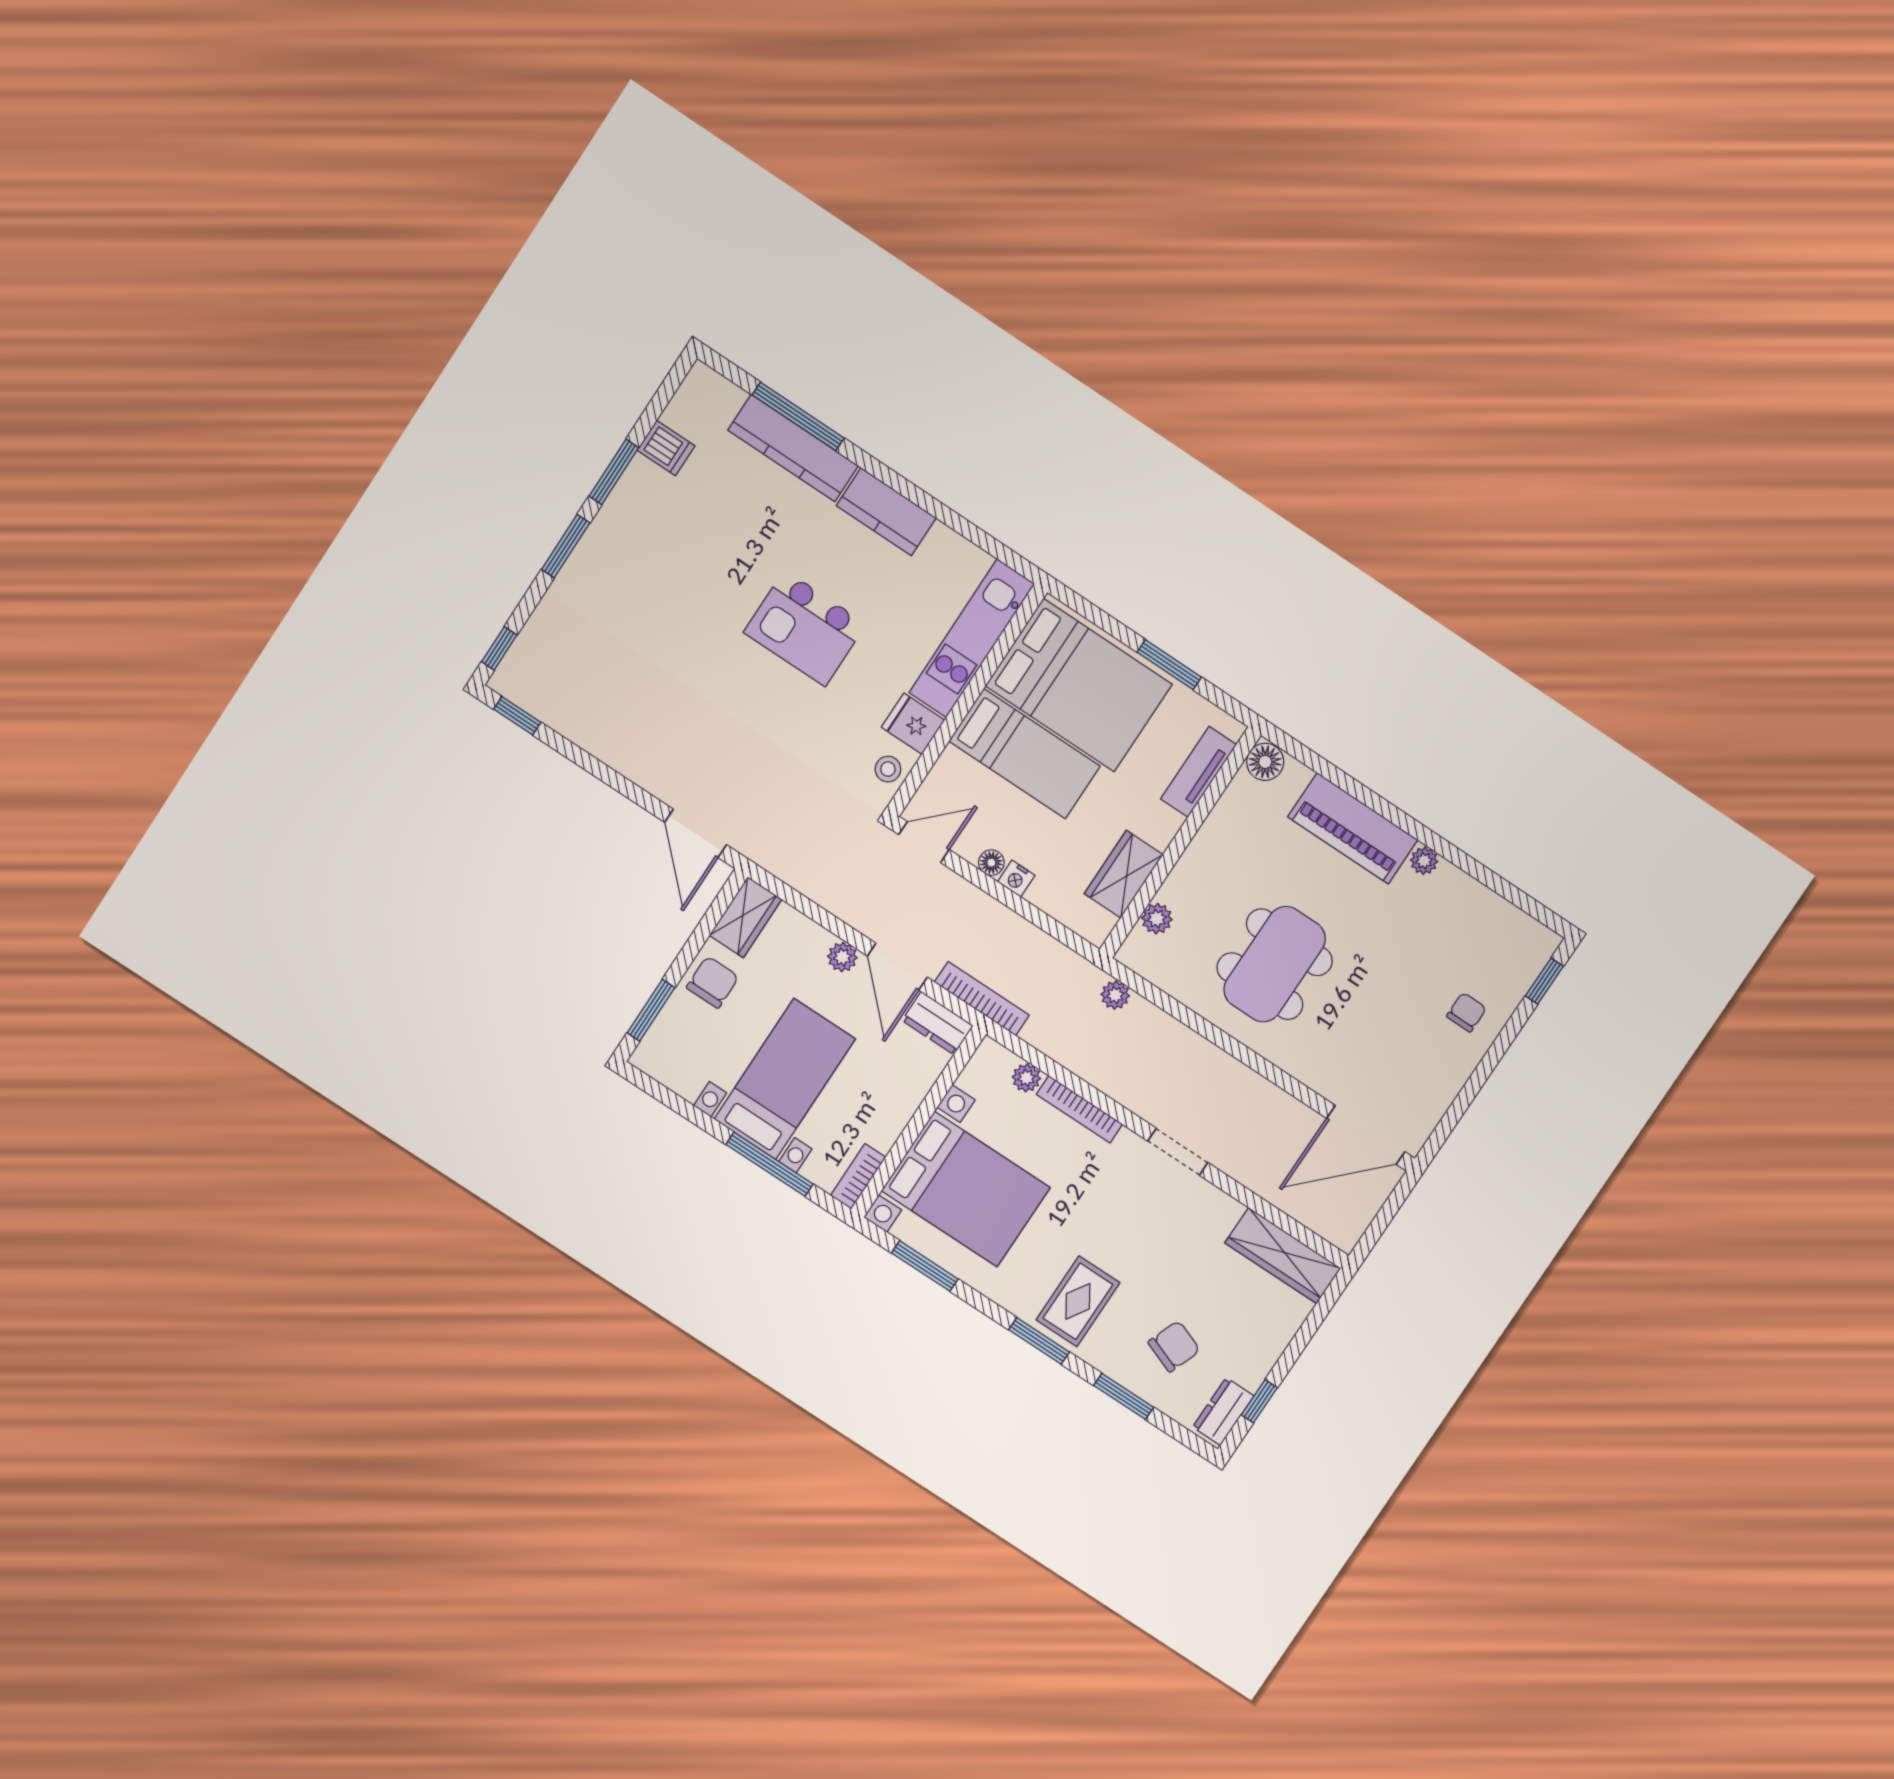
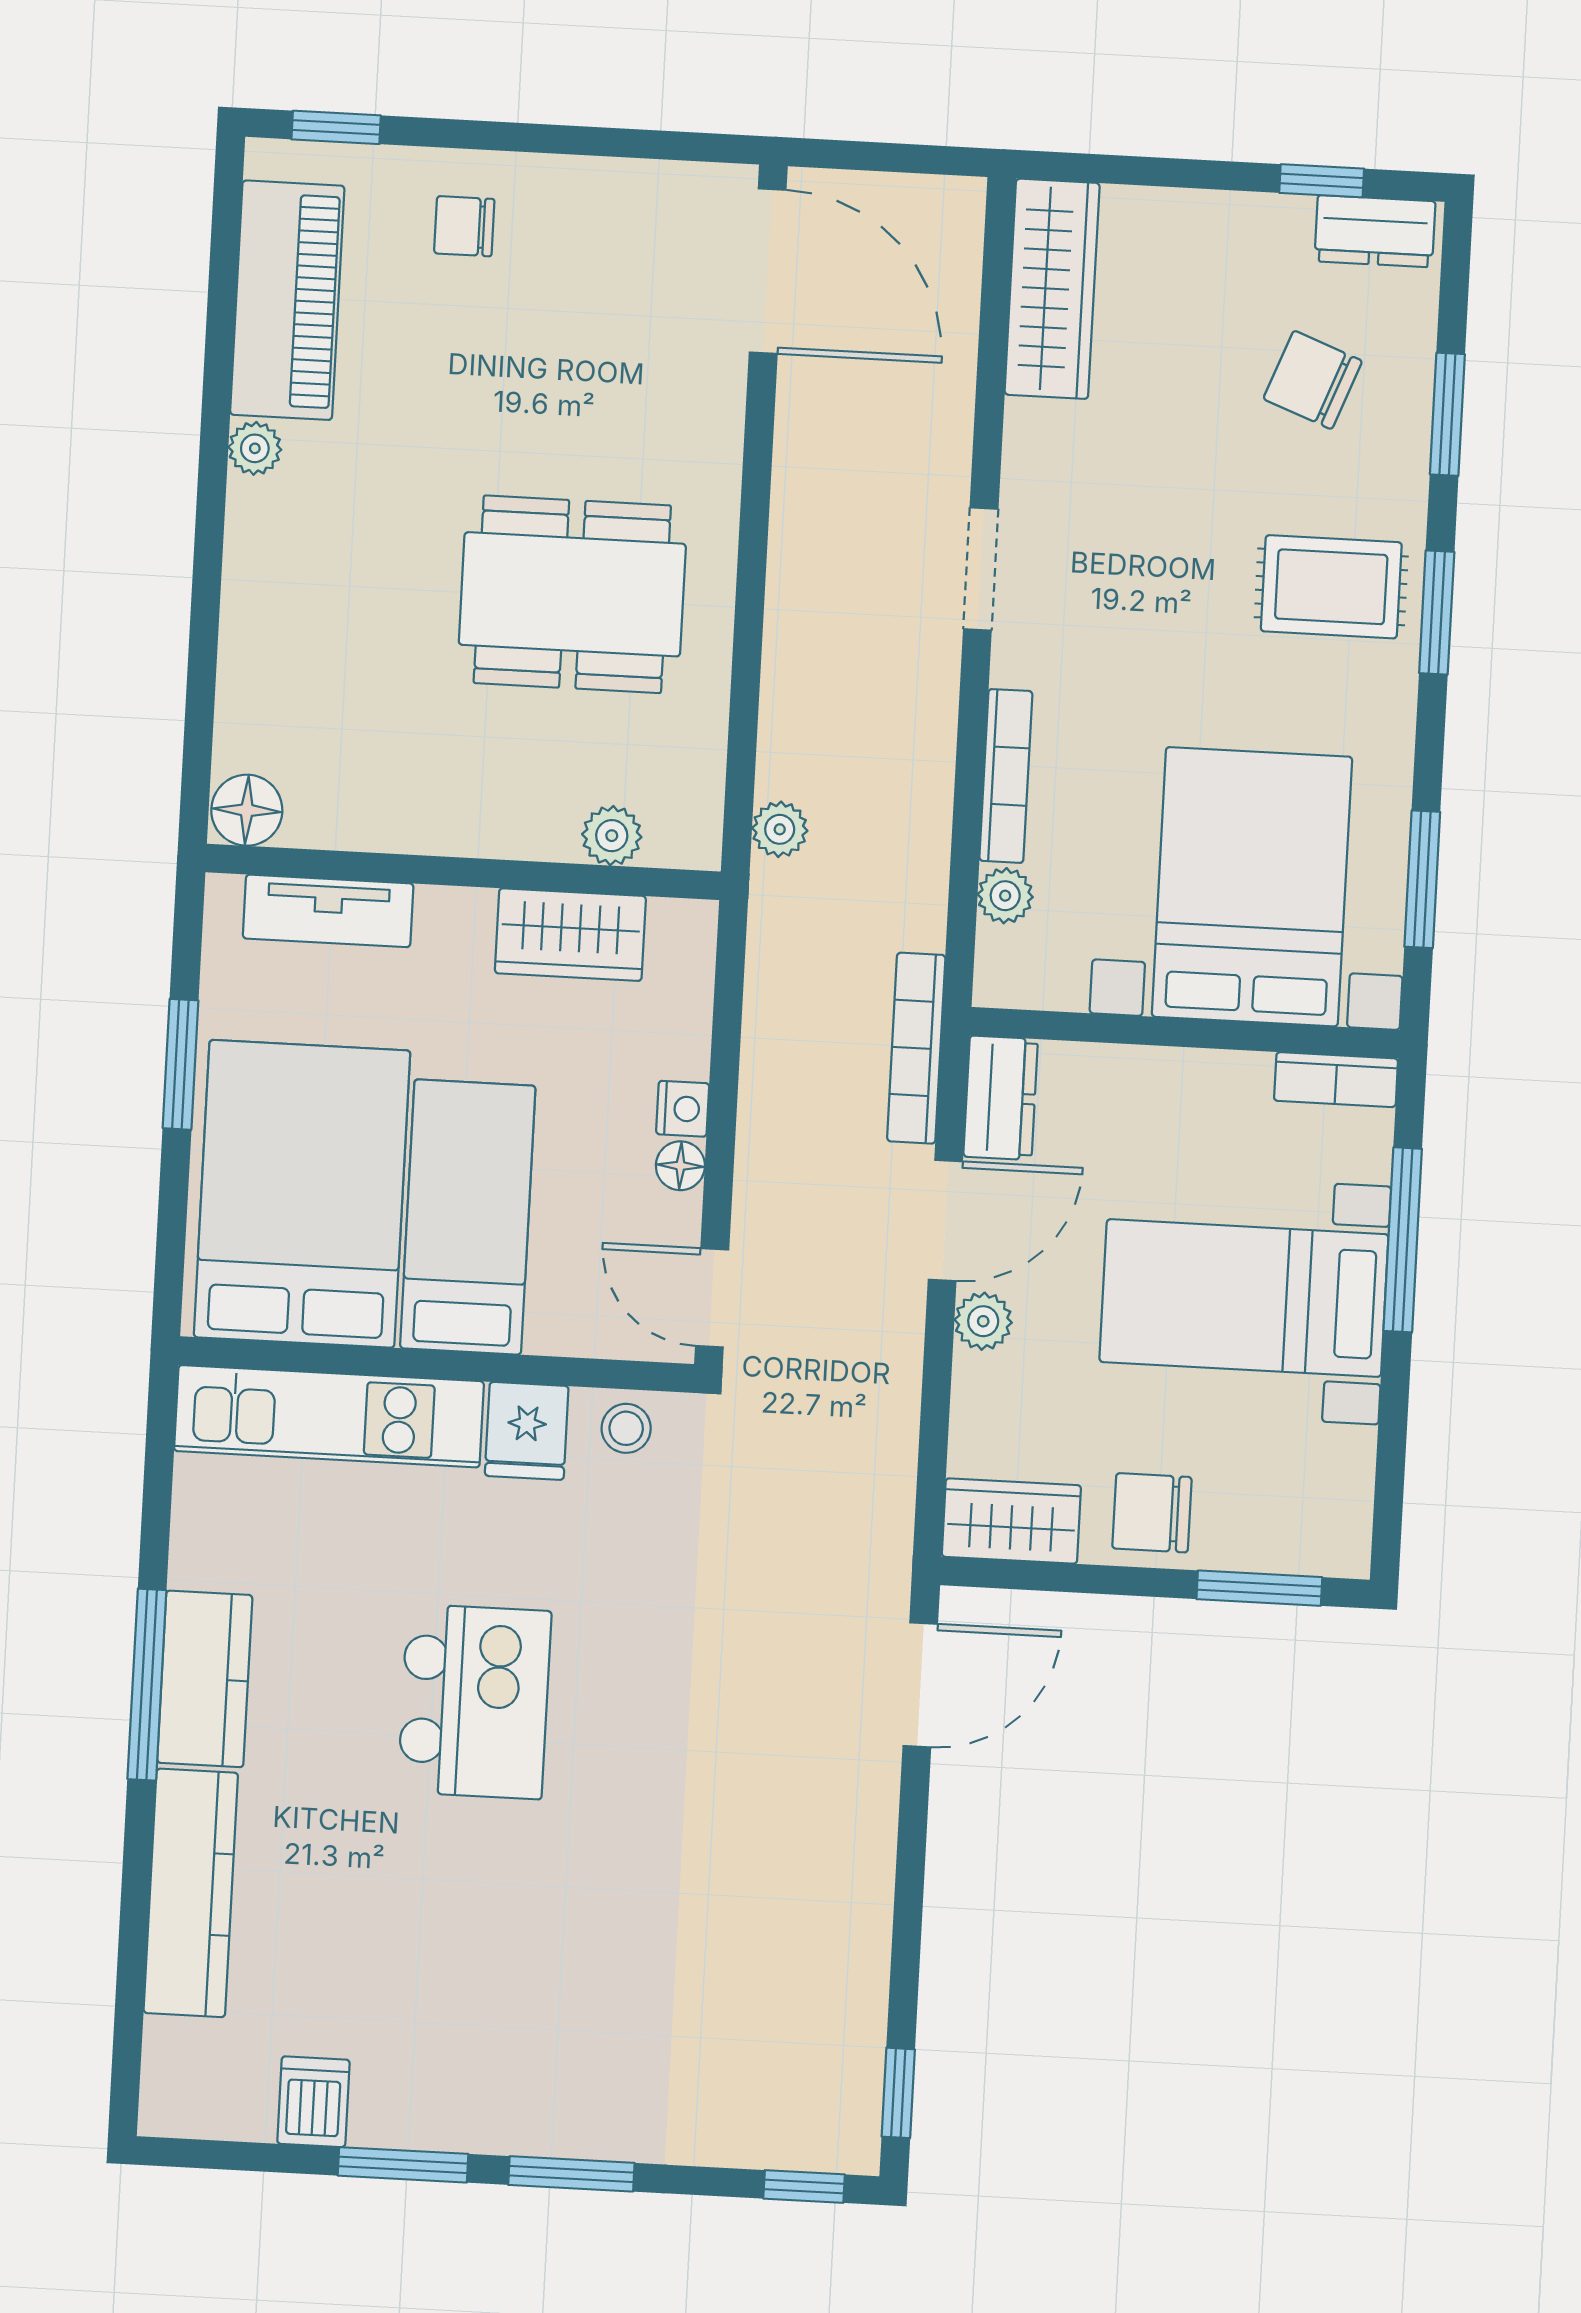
window: (798, 416) -> (147, 1685), moved
piano: (1353, 828) -> (287, 300), moved

